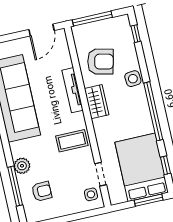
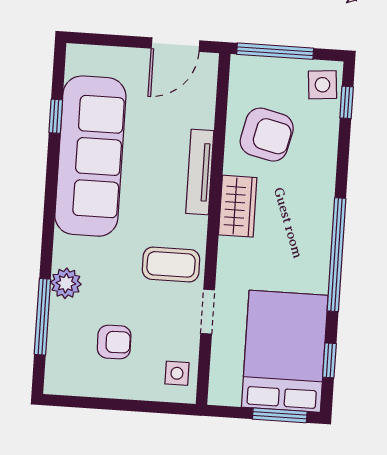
side table: (133, 79) -> (322, 85), moved
doorway: (101, 174) -> (208, 312), moved
armchair: (42, 191) -> (114, 342), moved

